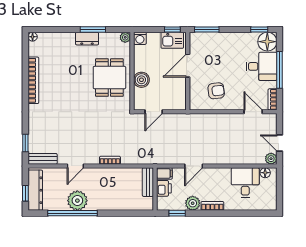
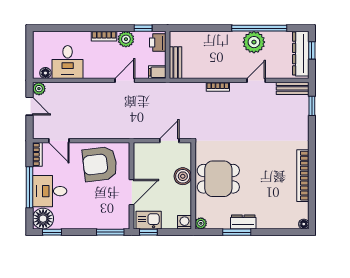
dining table: (109, 78) -> (218, 179), turned 90
armchair: (216, 91) -> (100, 164), width x1.88, depth x1.88
printer: (164, 188) -> (158, 43), moved

